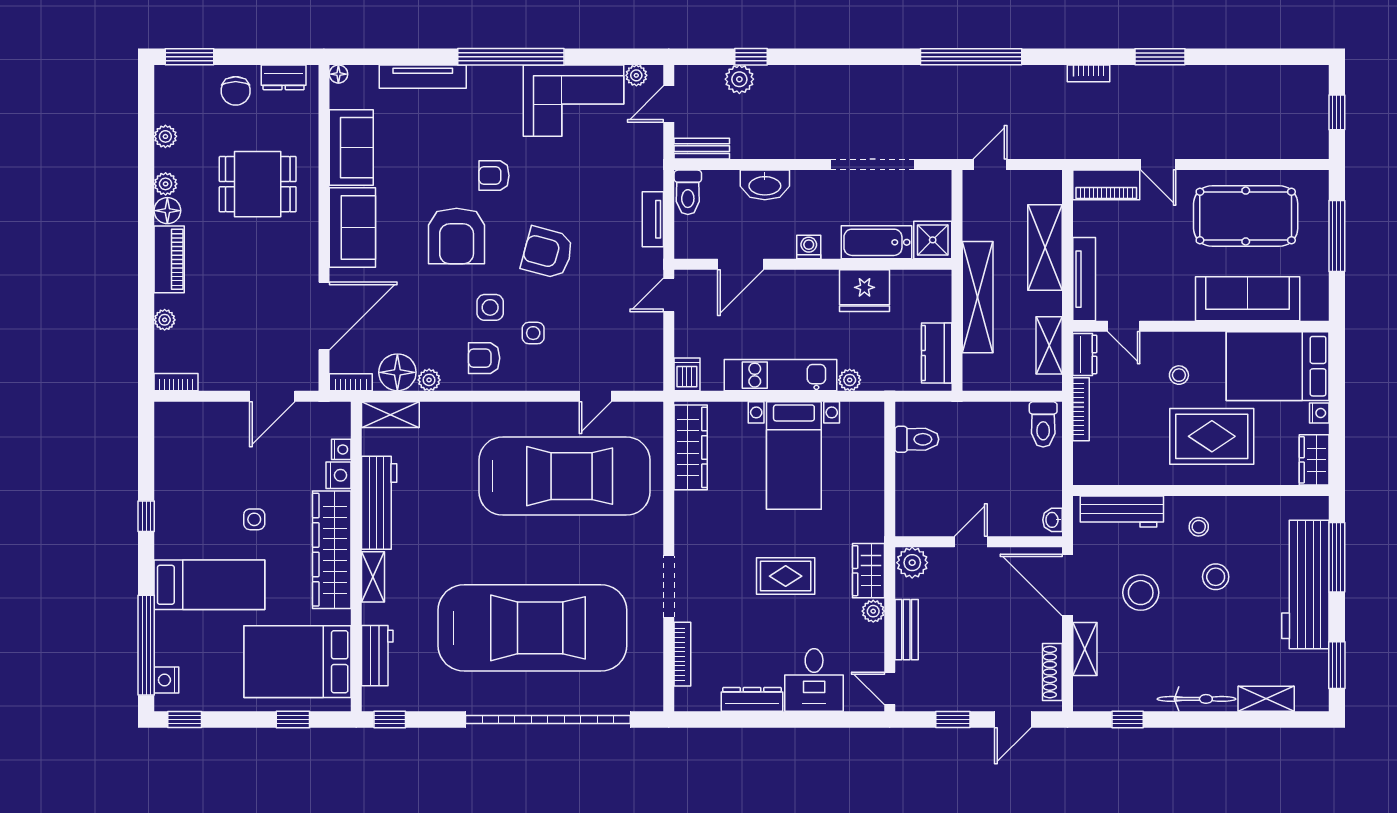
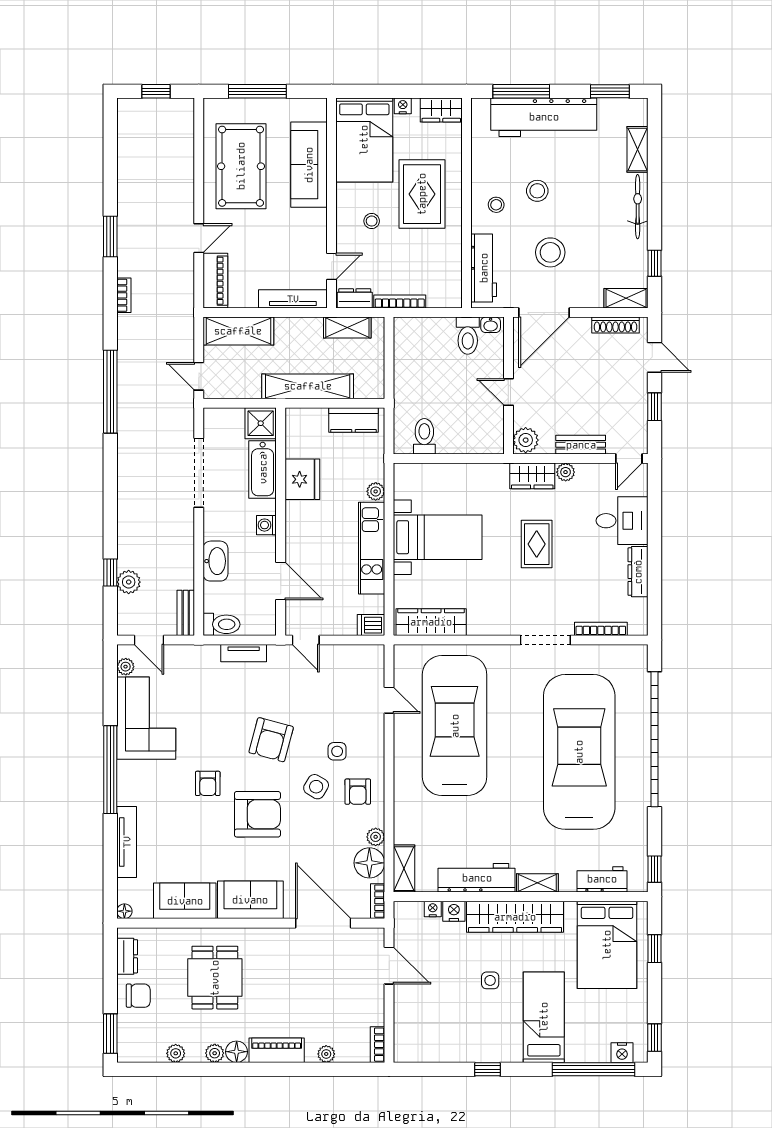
shelving: (1045, 247) -> (238, 331), moved
side table: (490, 307) -> (316, 787), turned 31
toilet: (1043, 424) -> (468, 336), moved, turned 90
shelving: (1085, 649) -> (626, 298), moved

